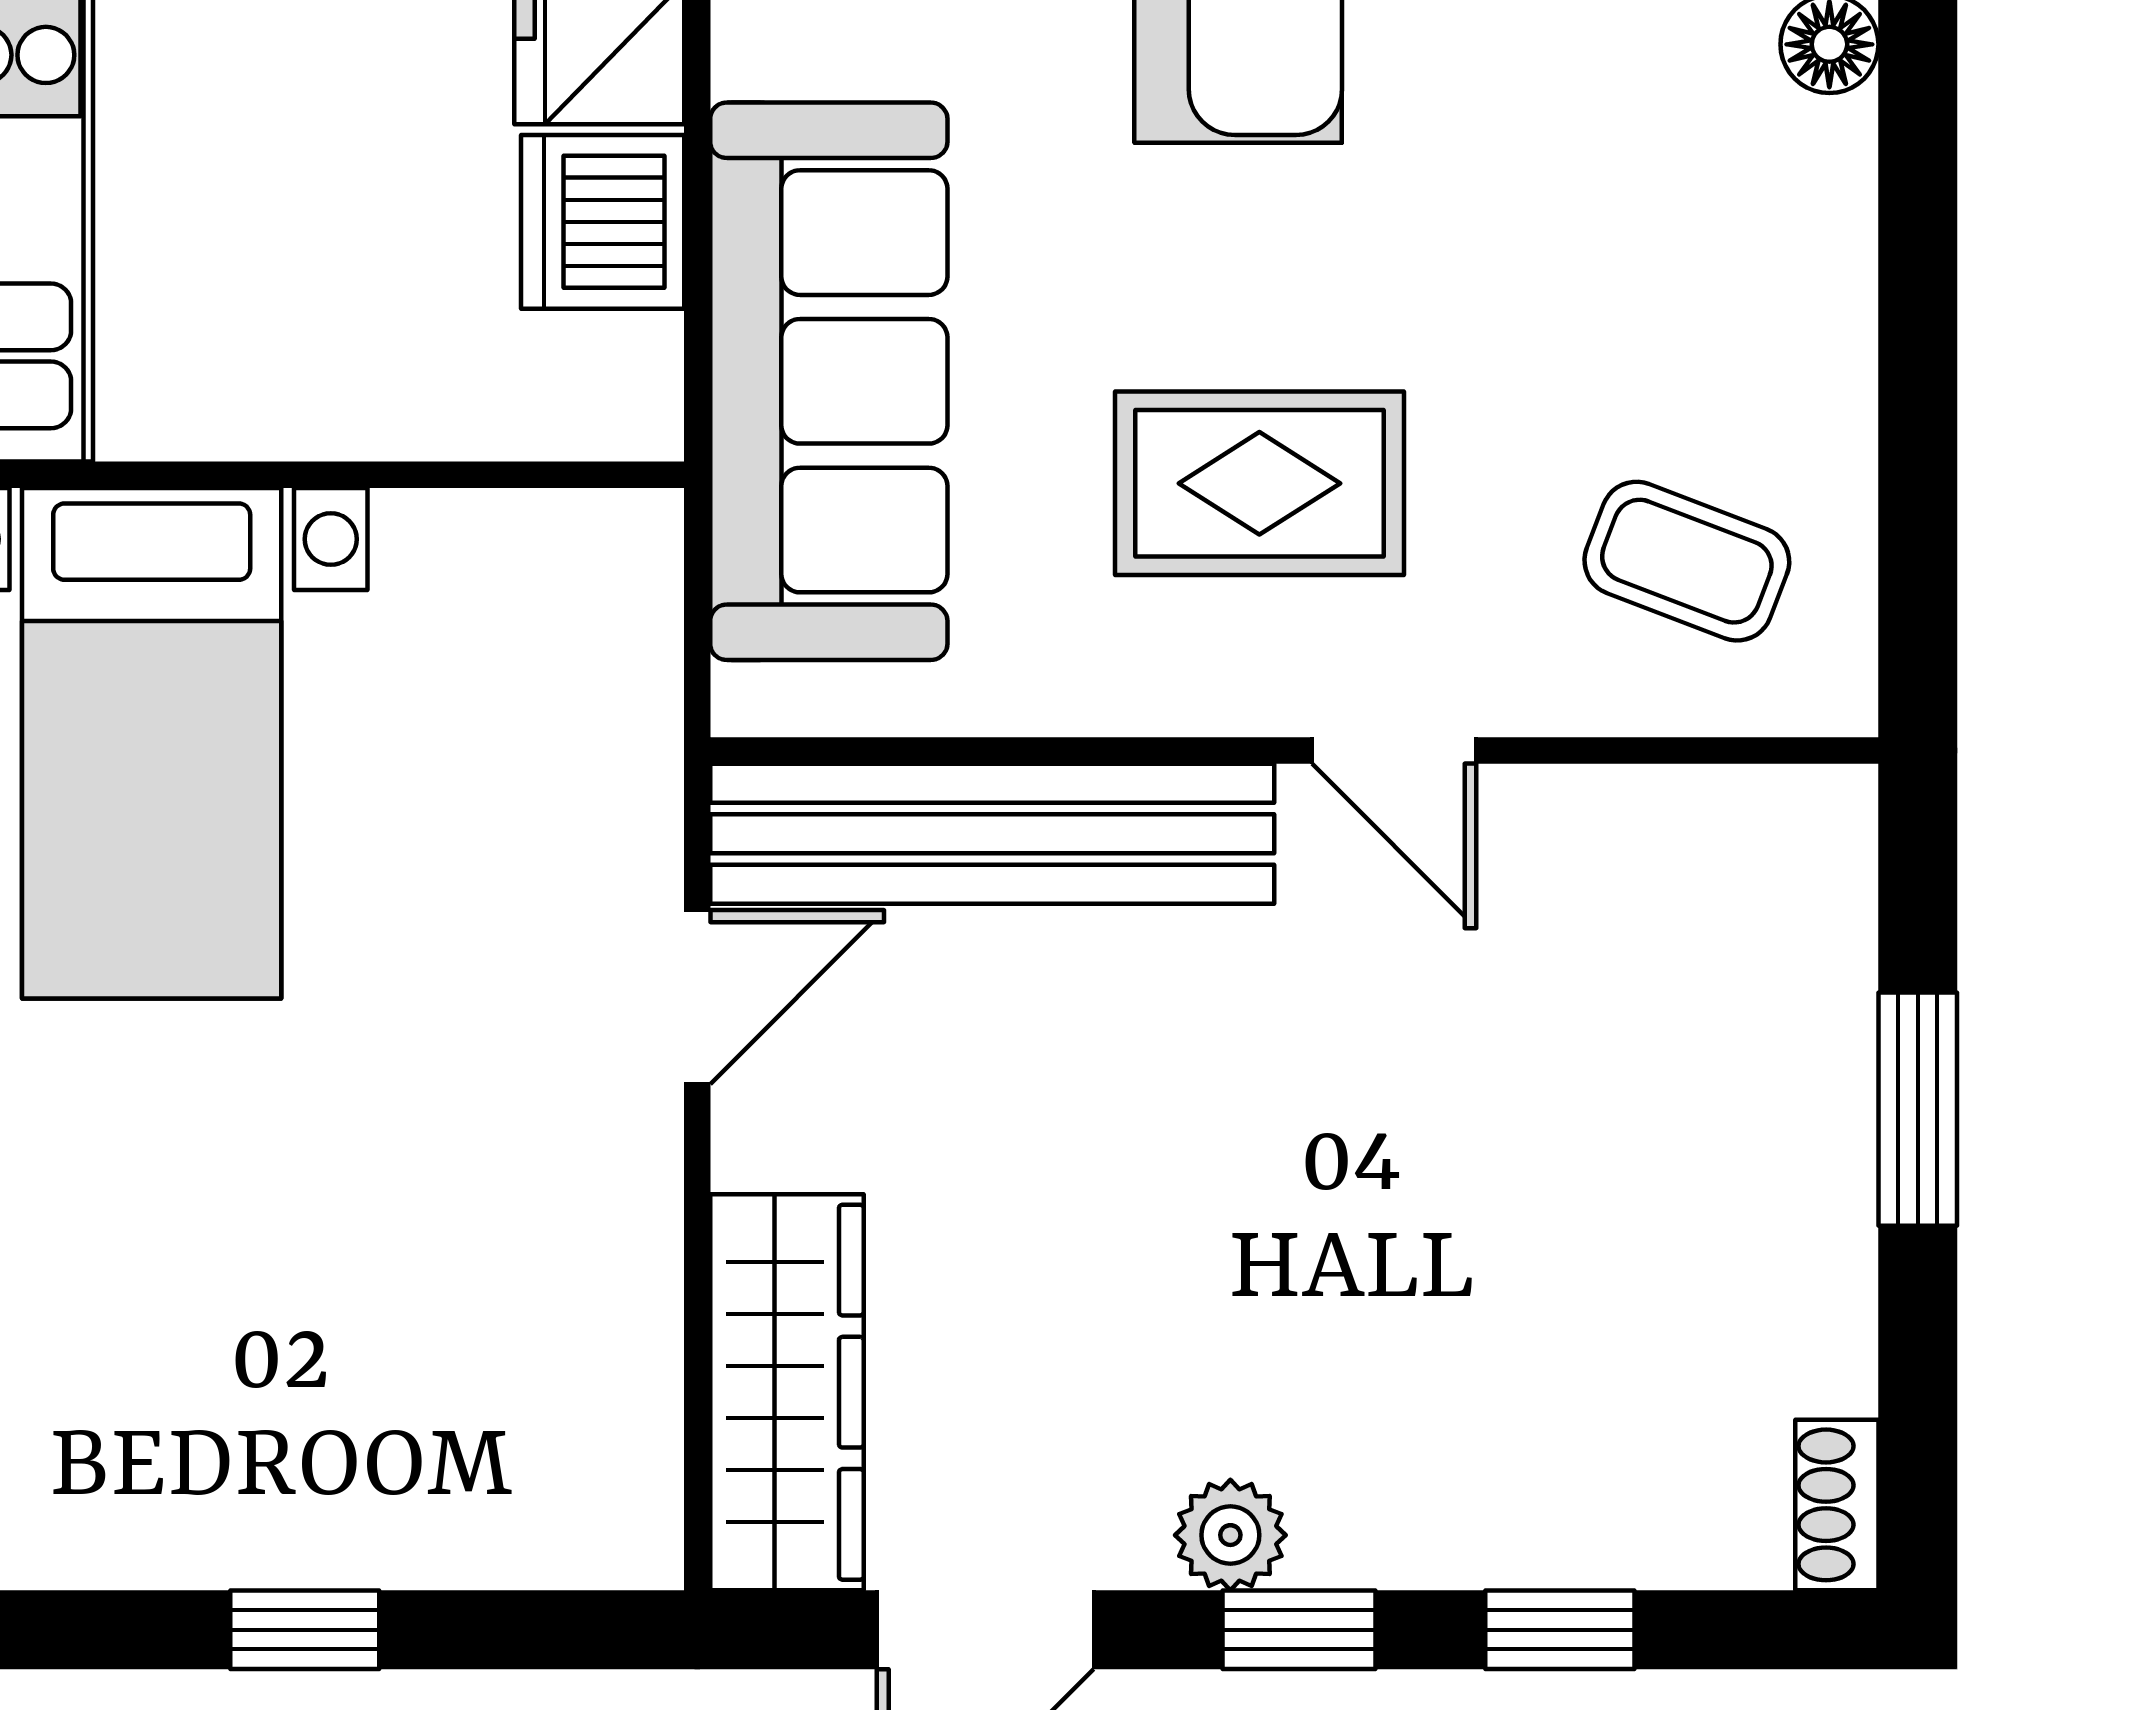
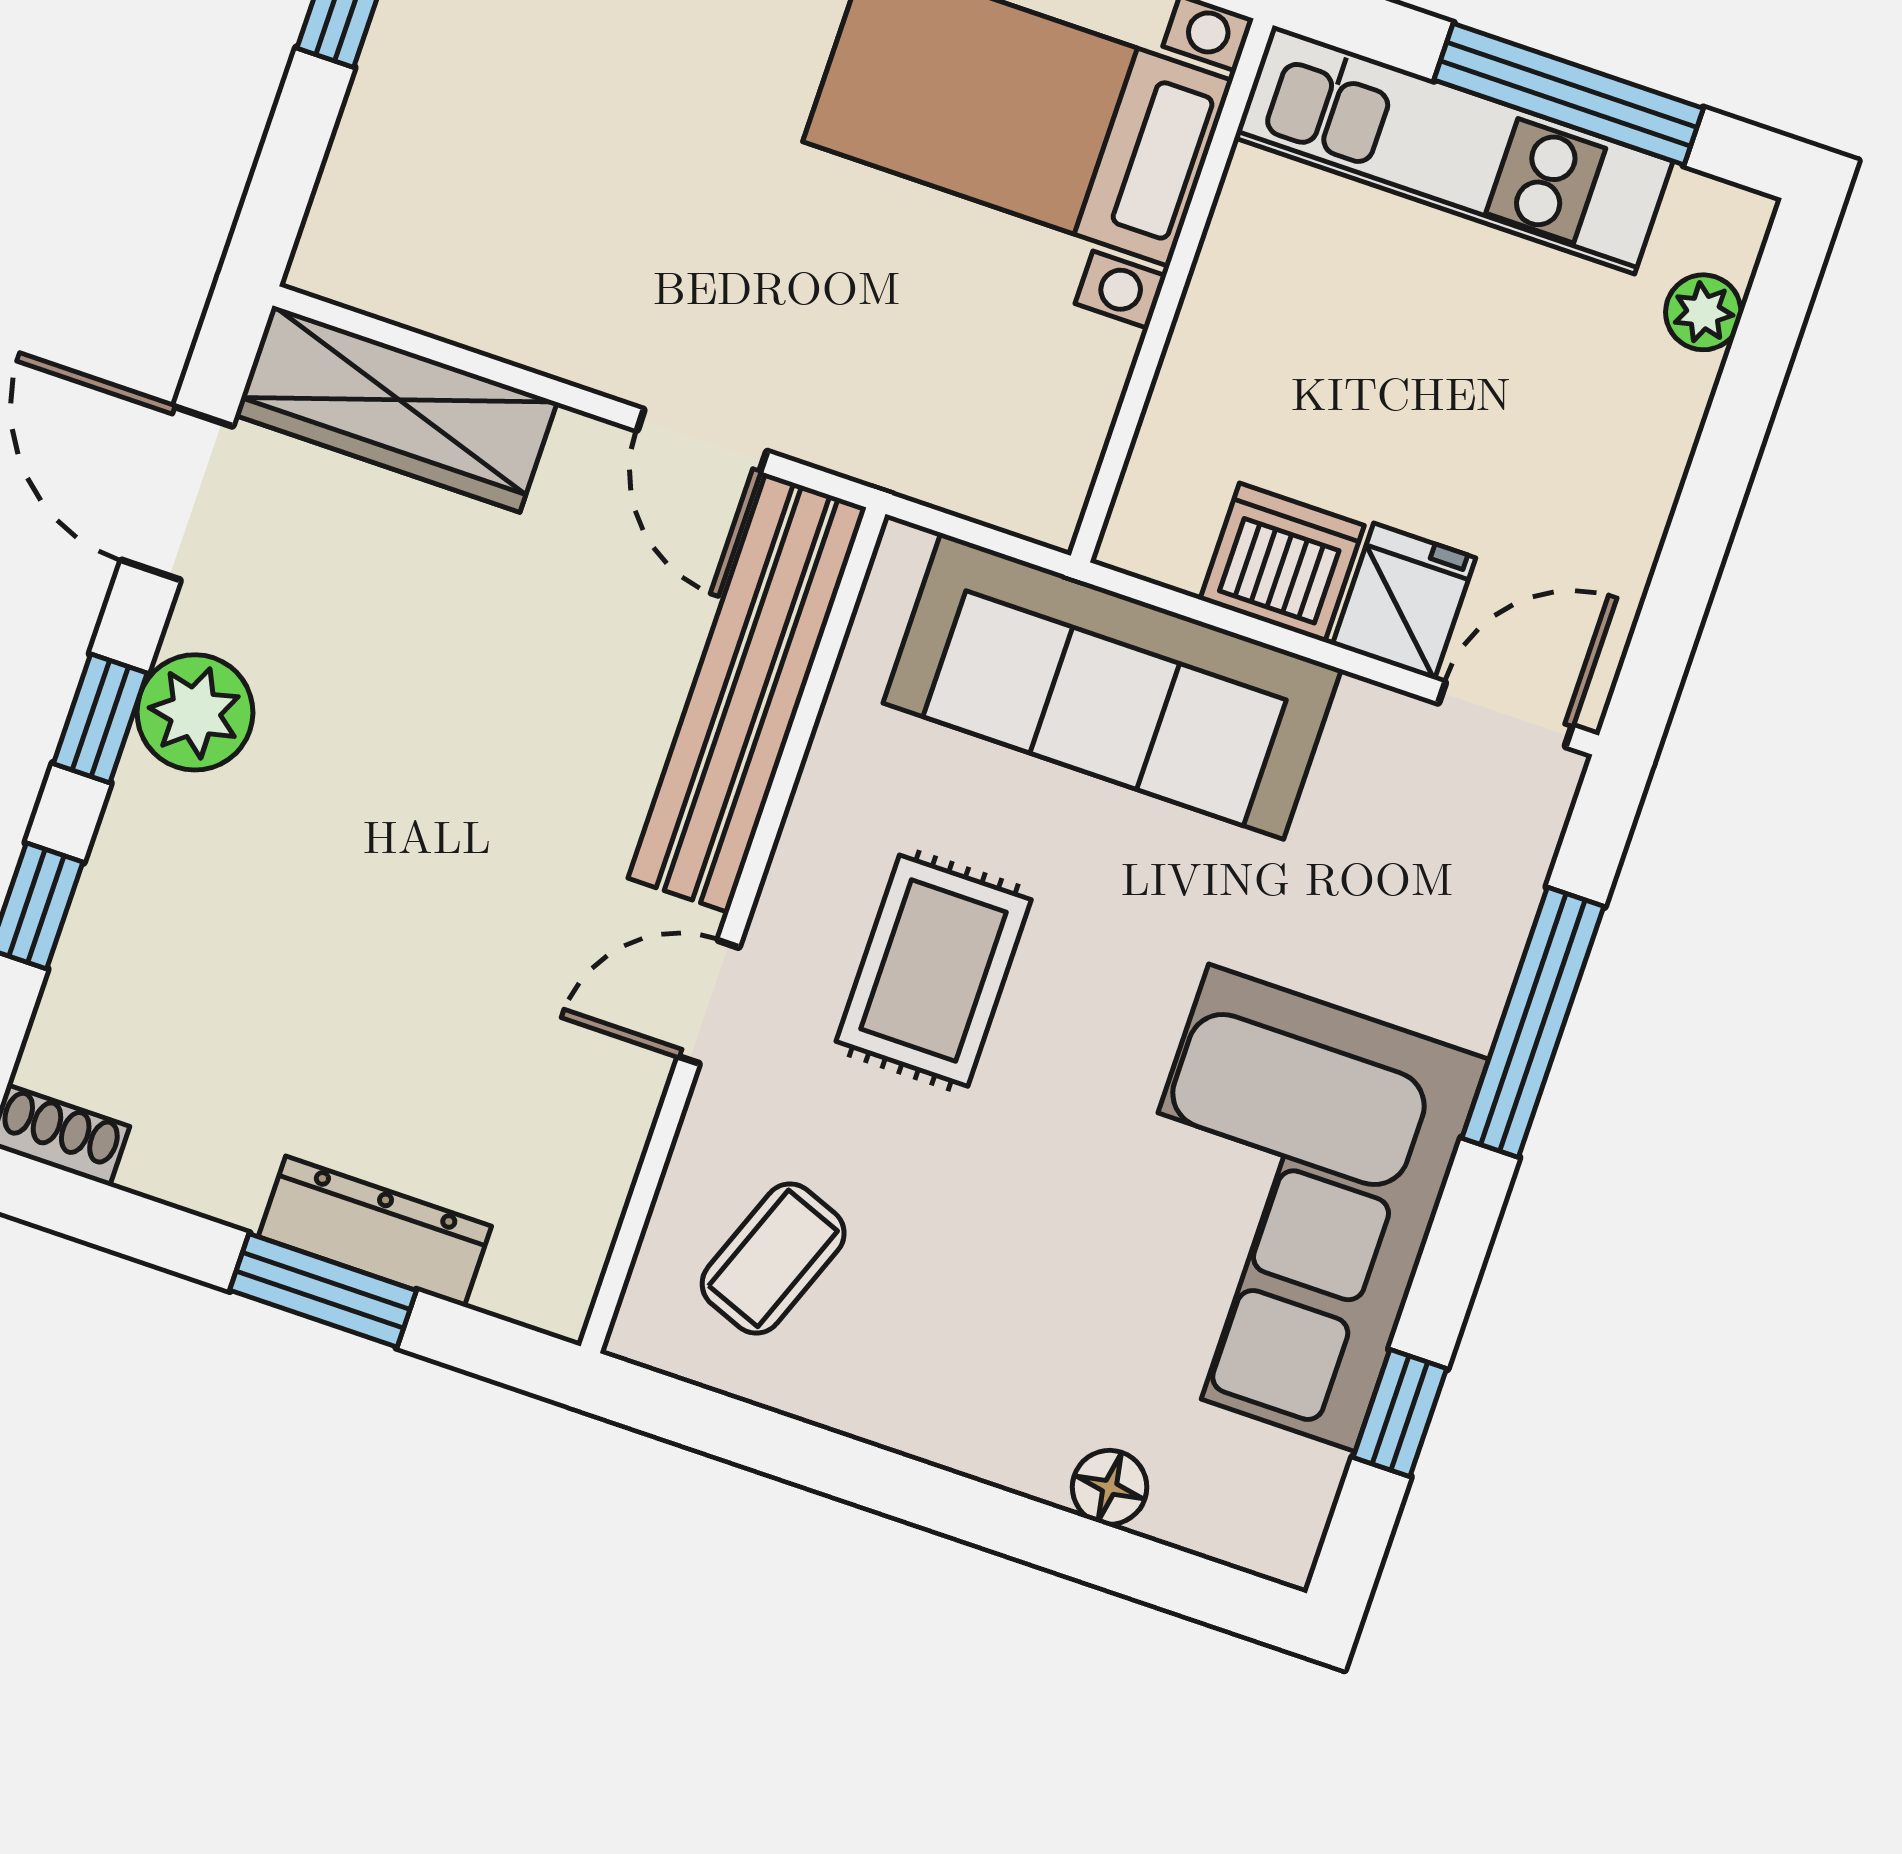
dresser: (1822, 1069) -> (375, 1231), added
plant: (1230, 1535) -> (195, 712), width x1.38, depth x1.38

